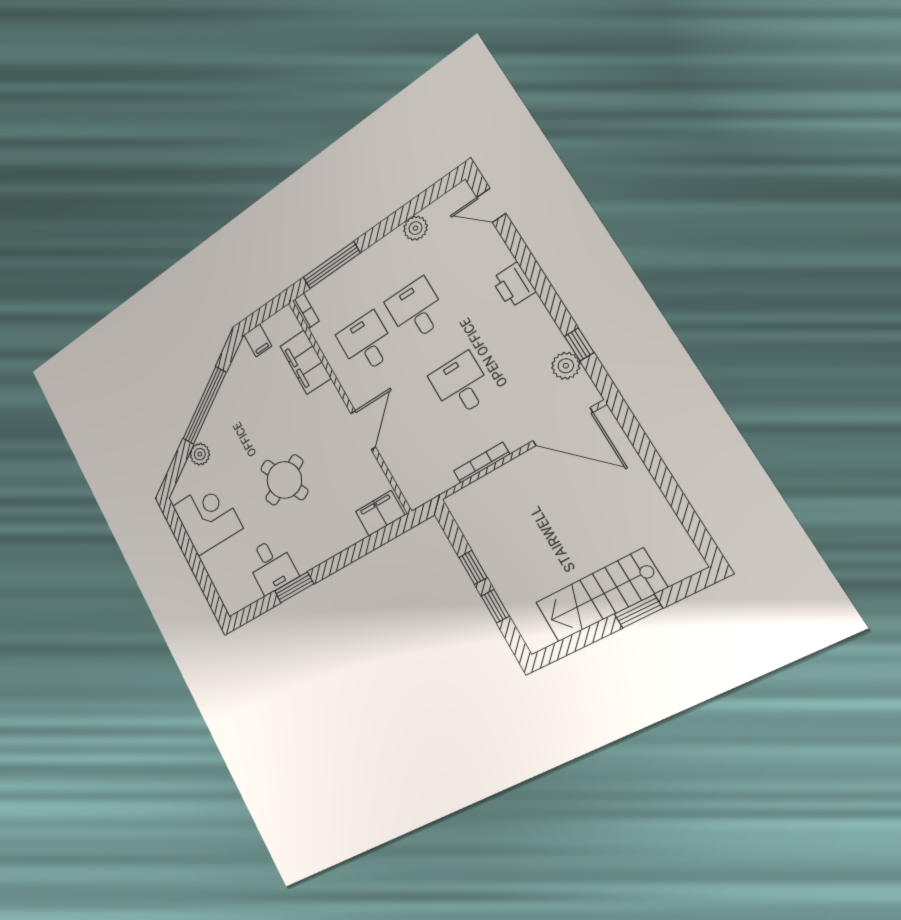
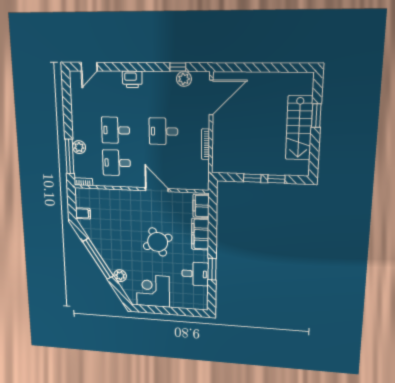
plant: (415, 228) -> (79, 147), moved
filing cabinet: (305, 362) -> (200, 234), moved, turned 90

